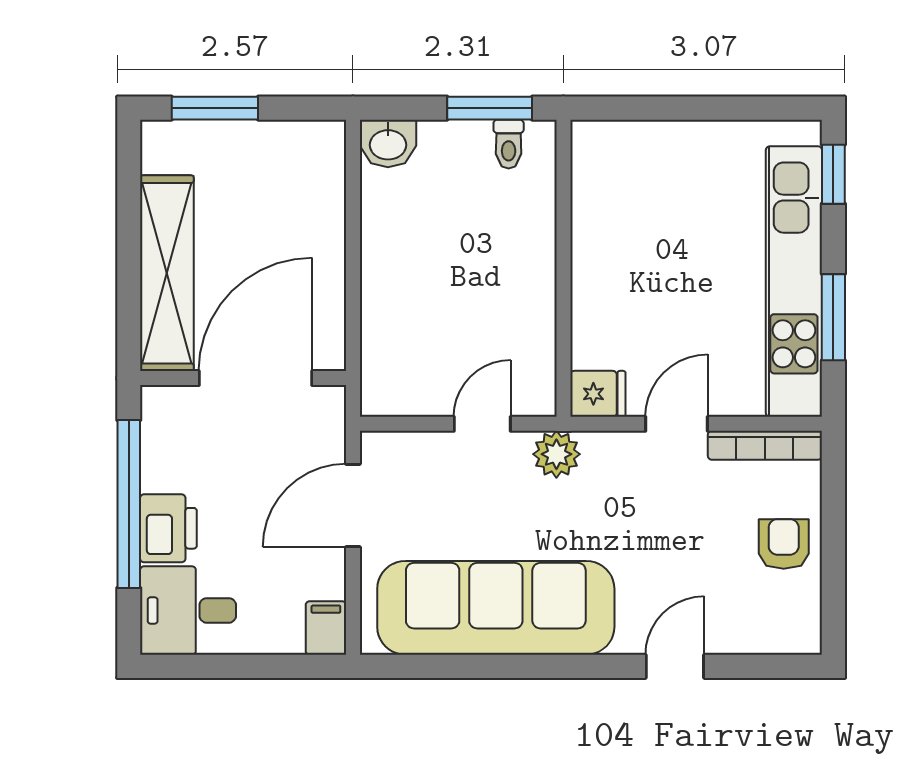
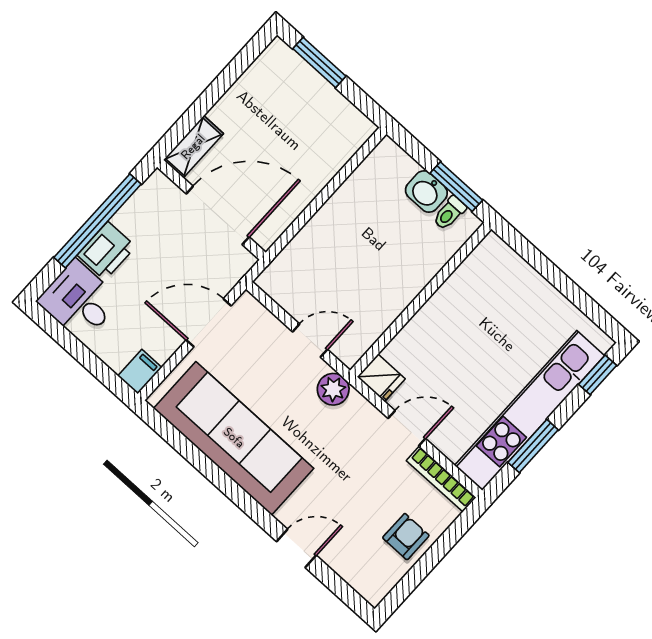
washbasin: (388, 143) -> (426, 192), moved
shelving: (167, 273) -> (193, 147), width x0.45, depth x0.75

